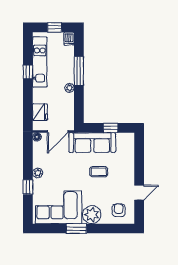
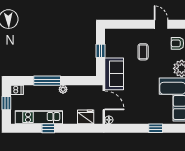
sofa: (92, 143) -> (114, 74), width x0.73
coffee table: (99, 172) -> (143, 52), moved
plant: (38, 173) -> (143, 119), removed

